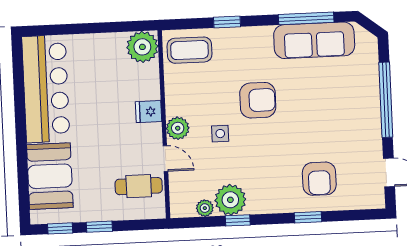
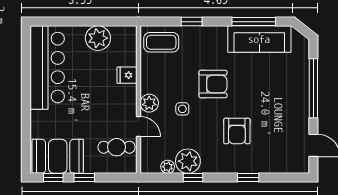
plant: (142, 47) -> (98, 38), moved
fridge: (149, 112) -> (127, 75), moved
booth: (50, 176) -> (58, 156), moved, turned 90
armchair: (319, 179) -> (237, 131), moved

